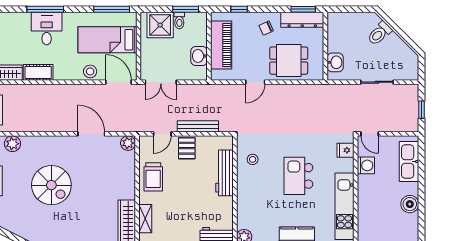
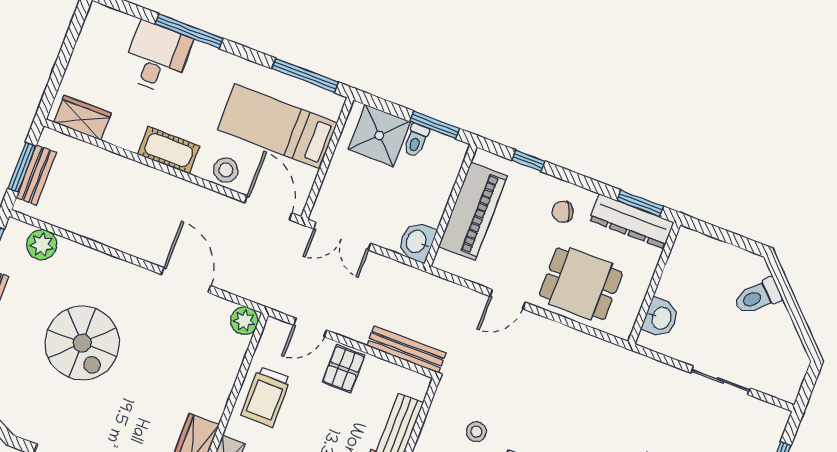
desk: (47, 28) -> (157, 57), moved
washbasin: (199, 56) -> (417, 242), moved
cot: (38, 72) -> (169, 150), moved
bench: (198, 126) -> (406, 349), moved
stool: (253, 159) -> (476, 432), moved

